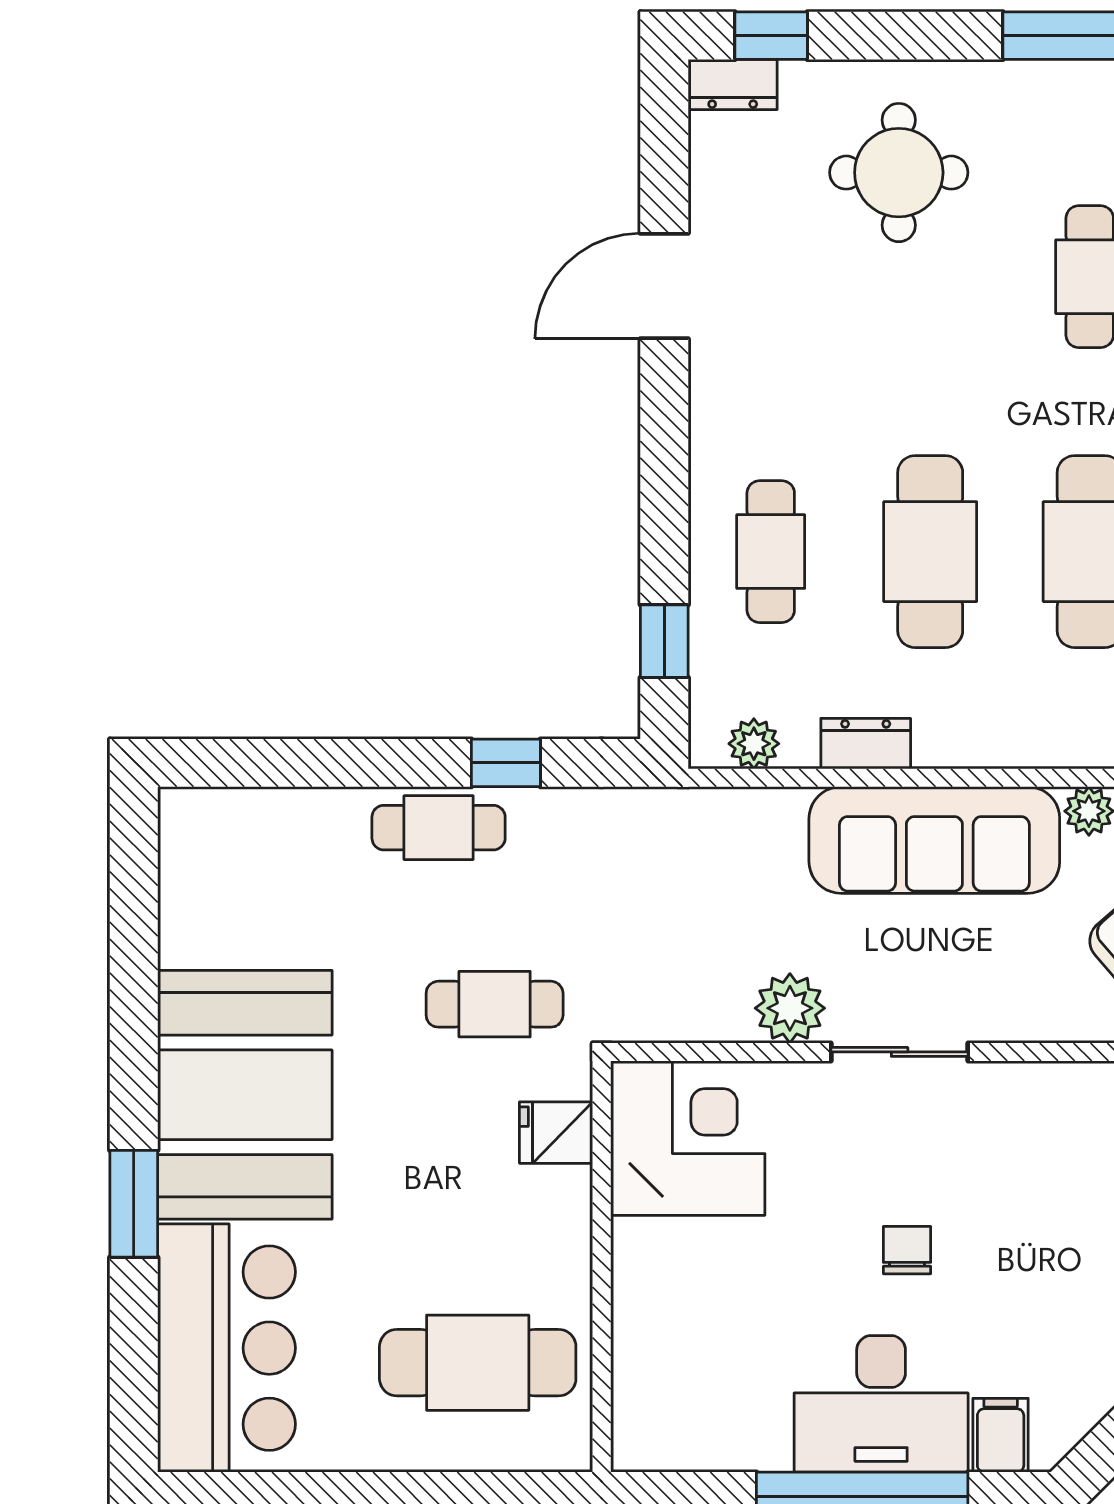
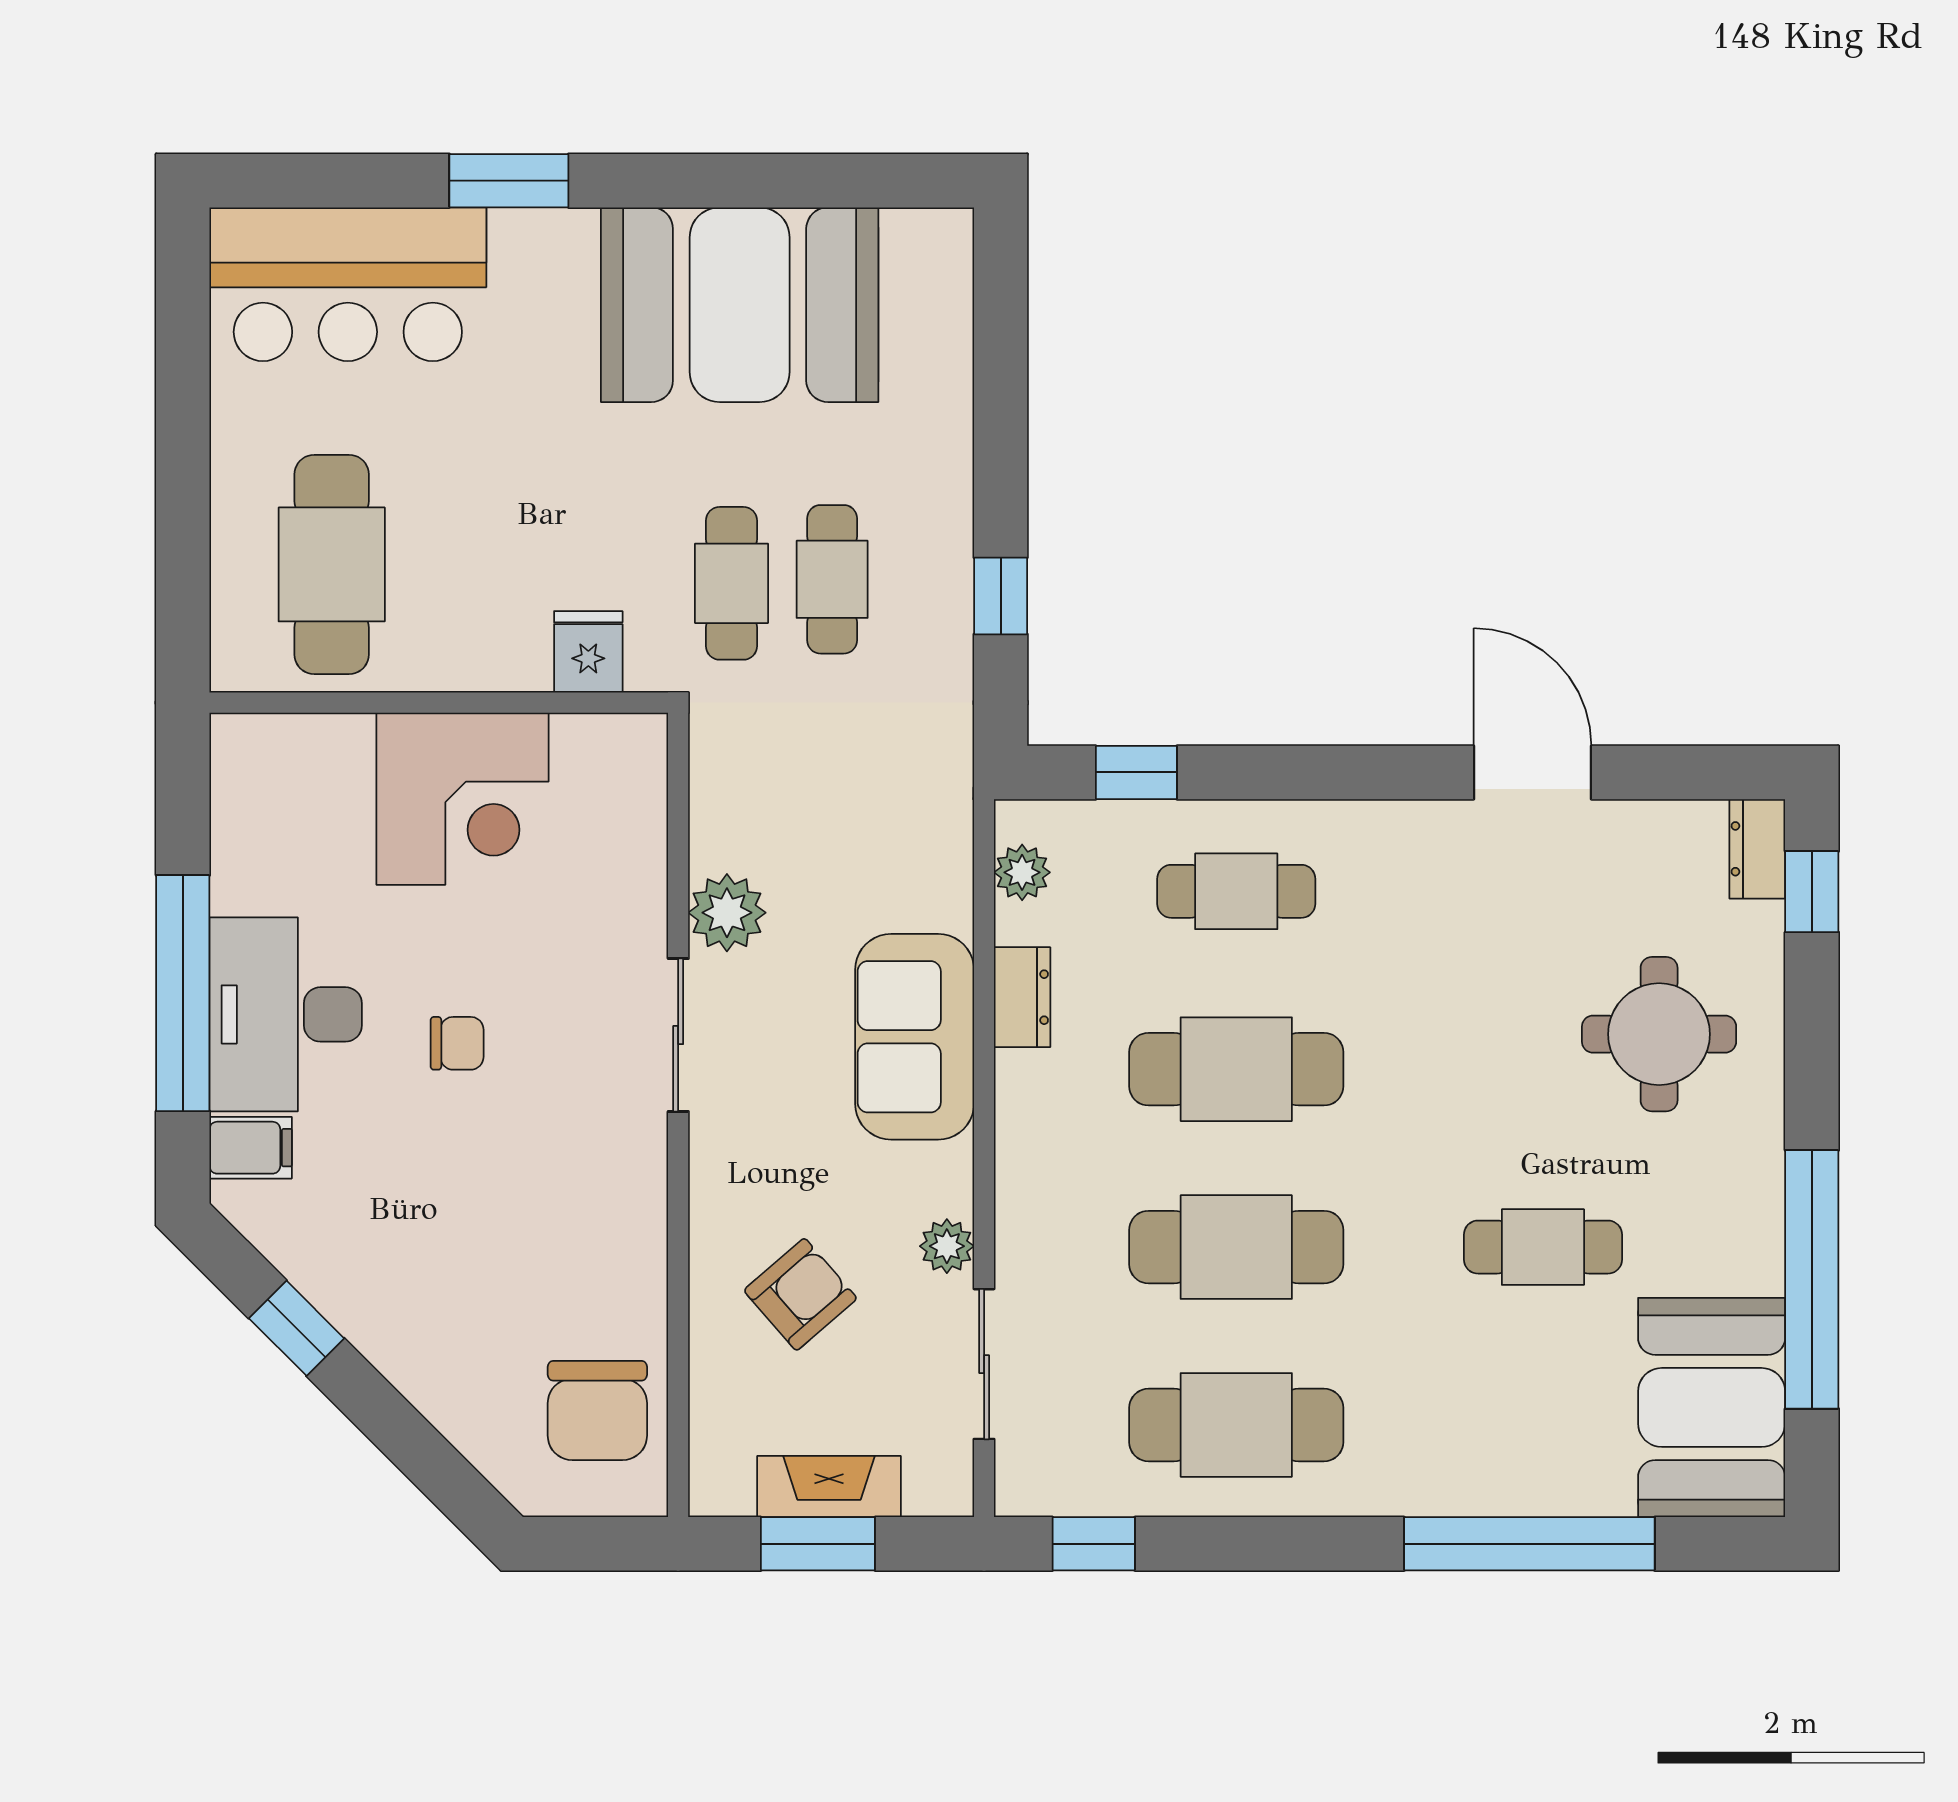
cafe table: (439, 828) -> (832, 579), moved
sofa: (934, 840) -> (915, 1037), width x0.73
booth: (245, 1095) -> (740, 305), moved
corner desk: (688, 1138) -> (463, 799), moved

